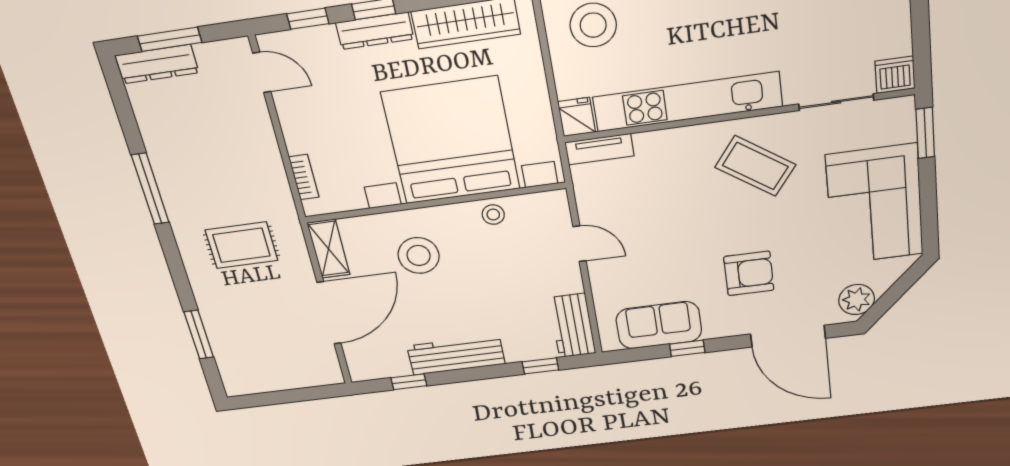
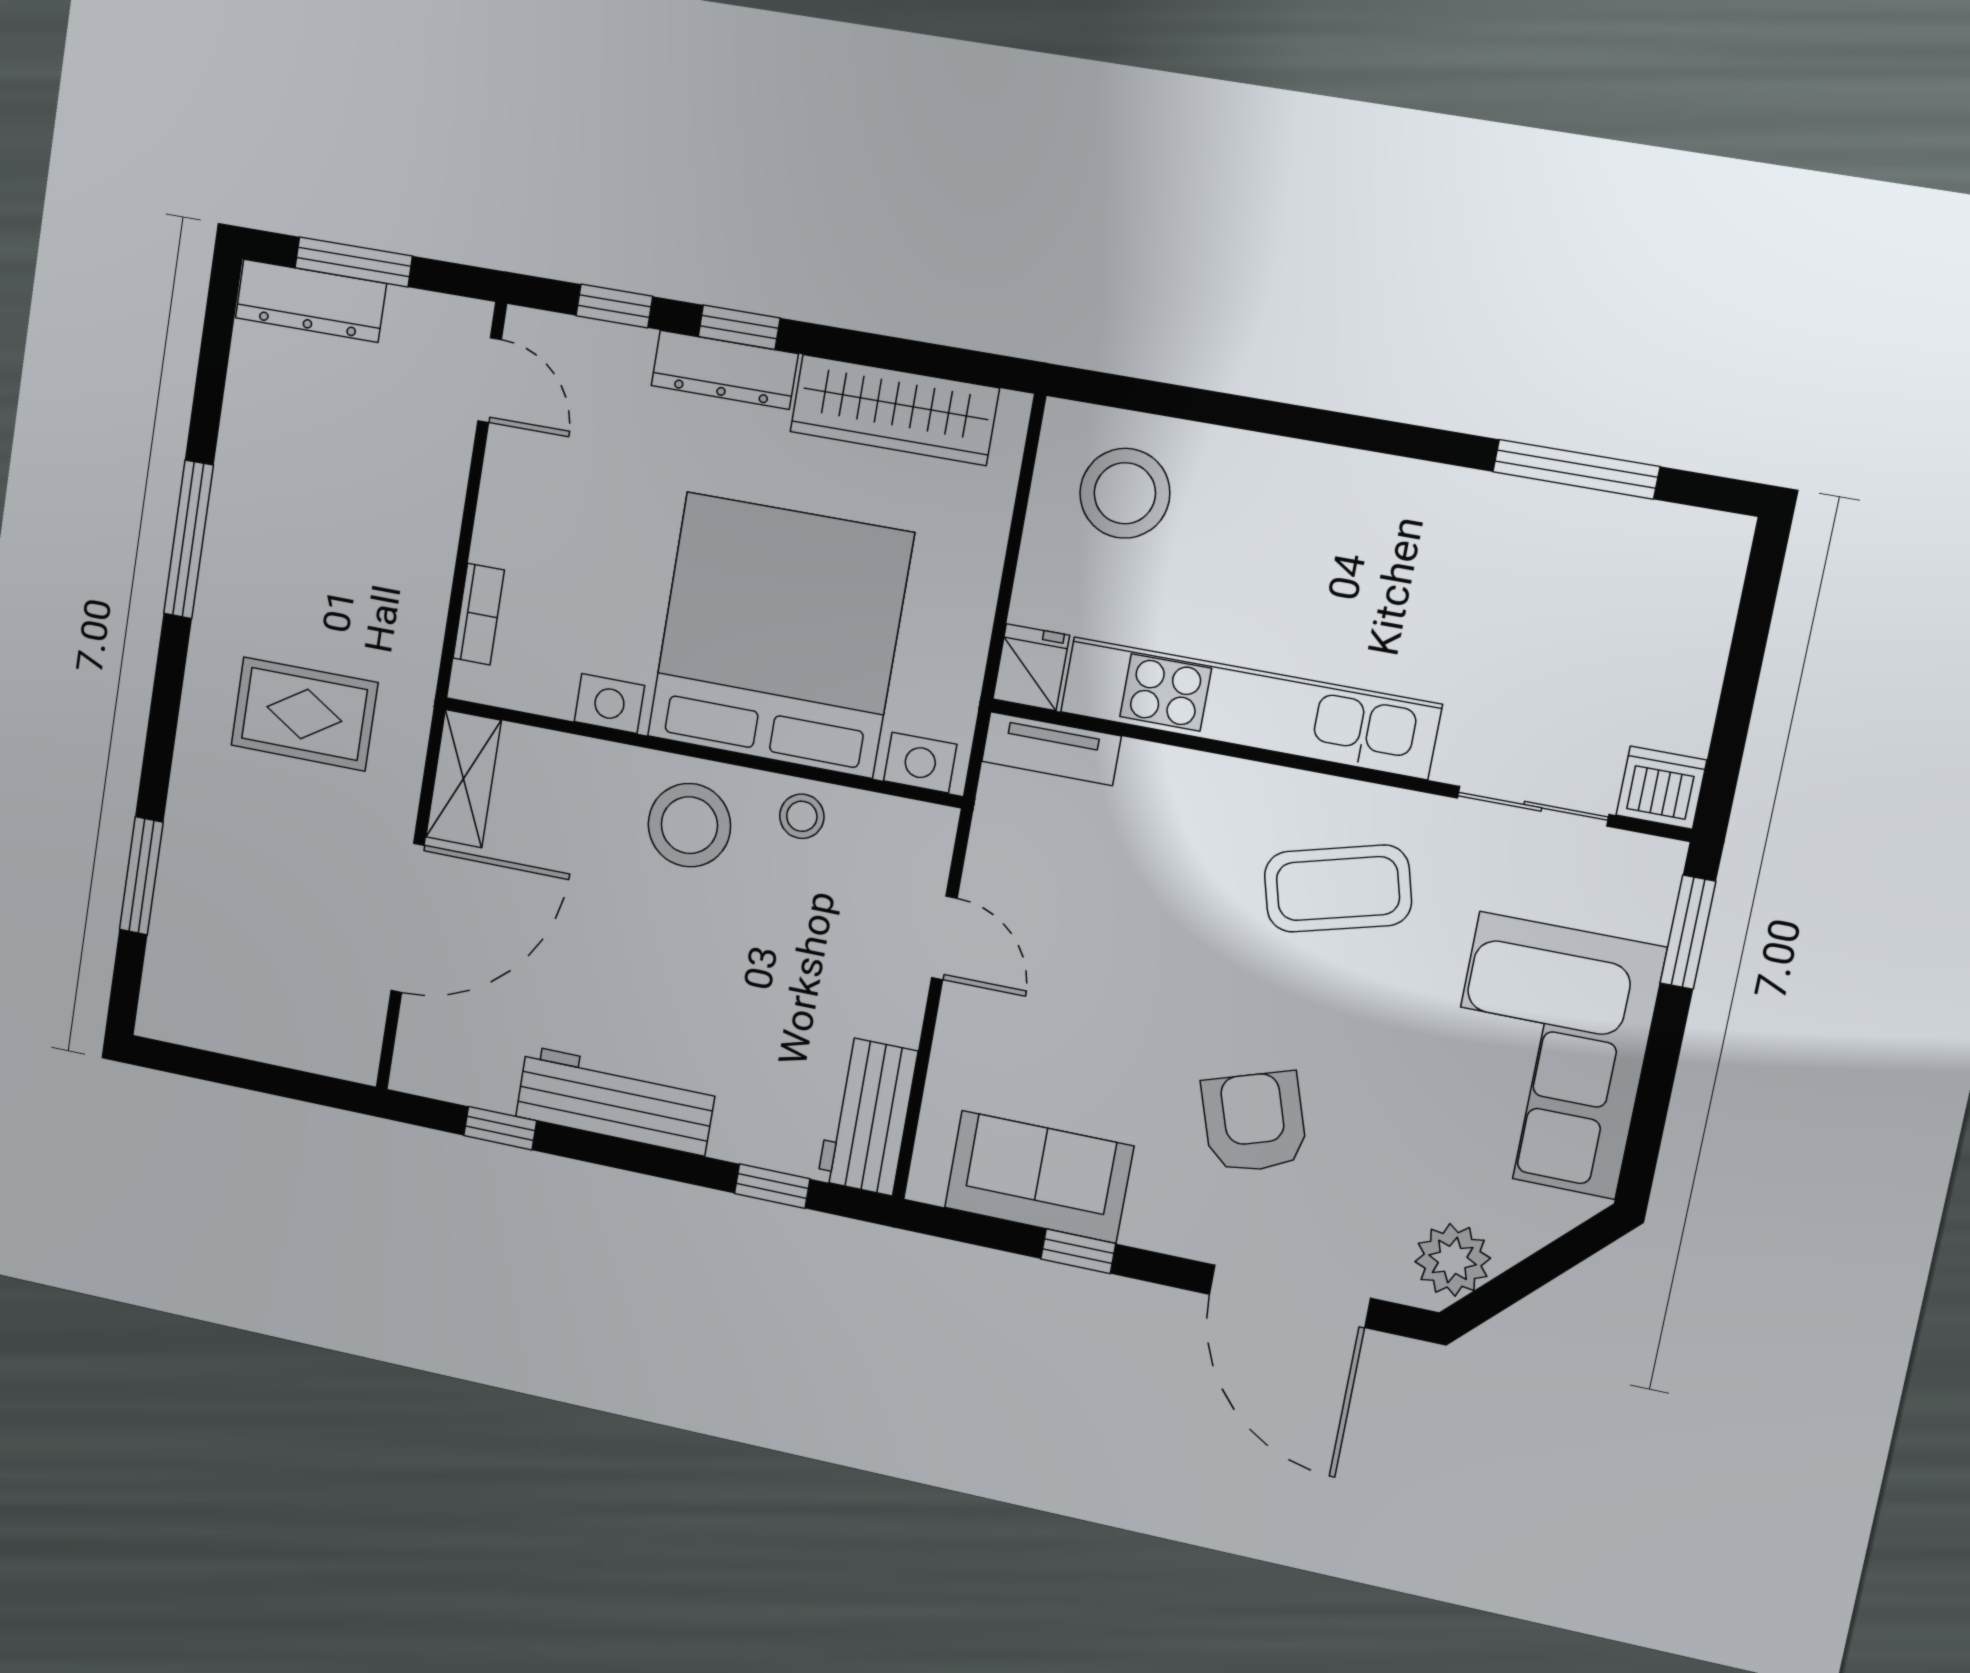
coffee table: (755, 166) -> (1338, 889), turned -51
stool: (419, 255) -> (689, 825), moved
armchair: (749, 273) -> (1254, 1122), turned -108

